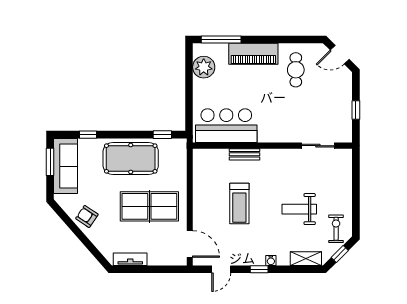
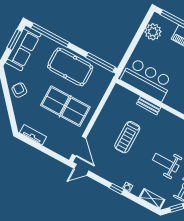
window: (88, 135) -> (50, 35), width x3.17
window: (162, 135) -> (100, 62), width x2.17
door: (221, 269) -> (81, 170), moved

